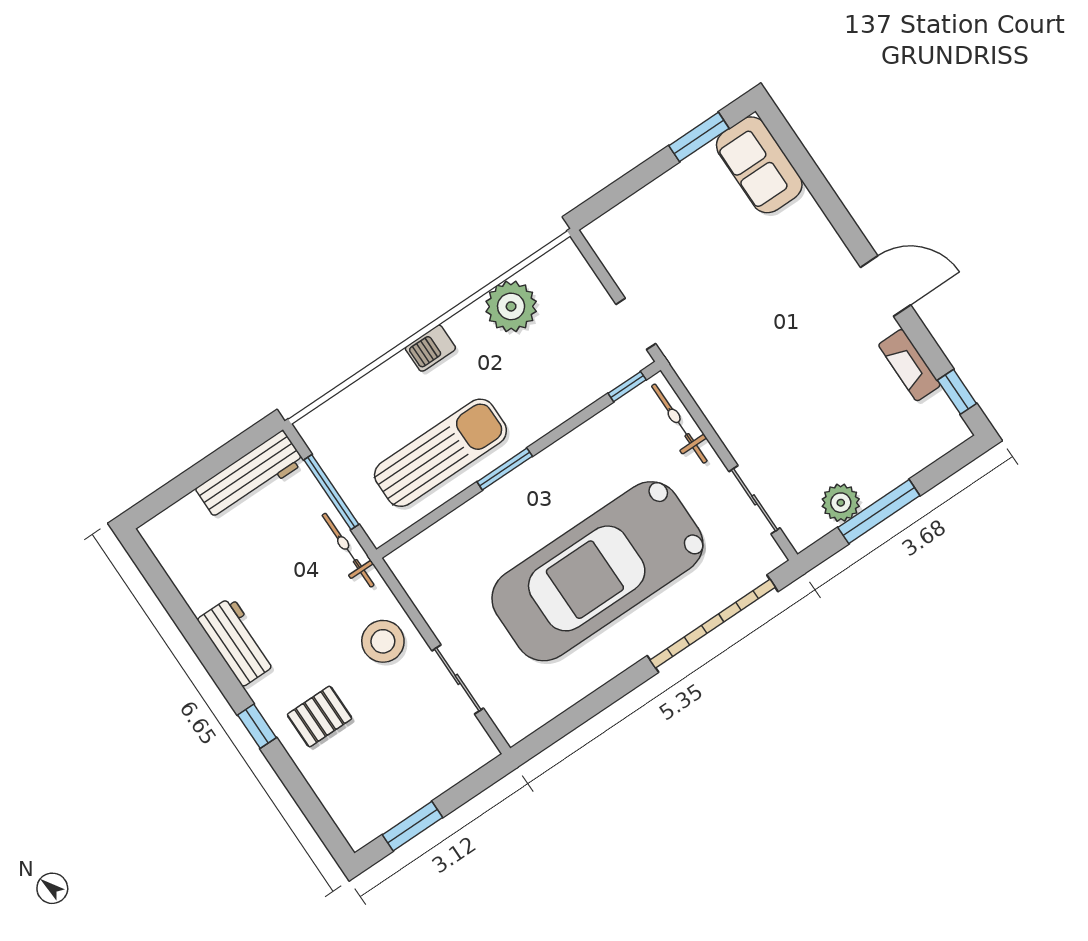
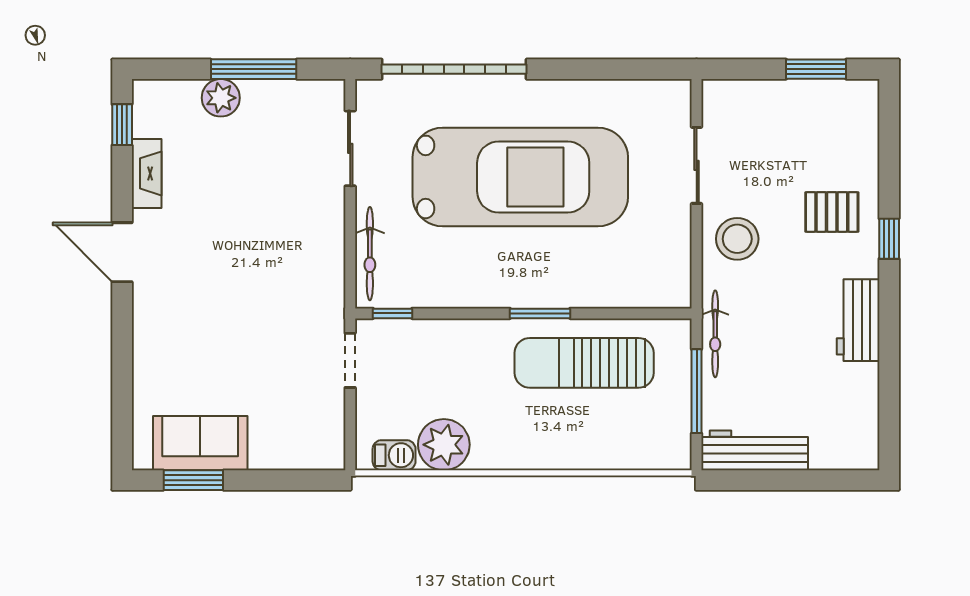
sofa: (759, 165) -> (200, 443), moved, turned -90
barbecue: (430, 348) -> (394, 455), moved
plant: (841, 503) -> (221, 98), moved

